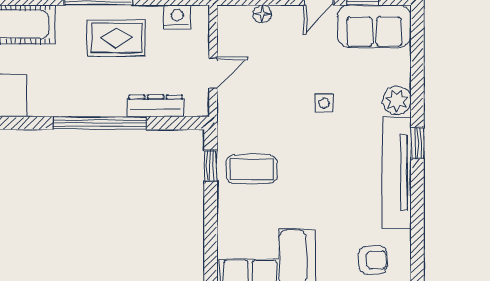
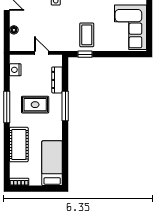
rug: (116, 38) -> (35, 105), moved, turned 90
window: (100, 123) -> (65, 106), width x0.68

